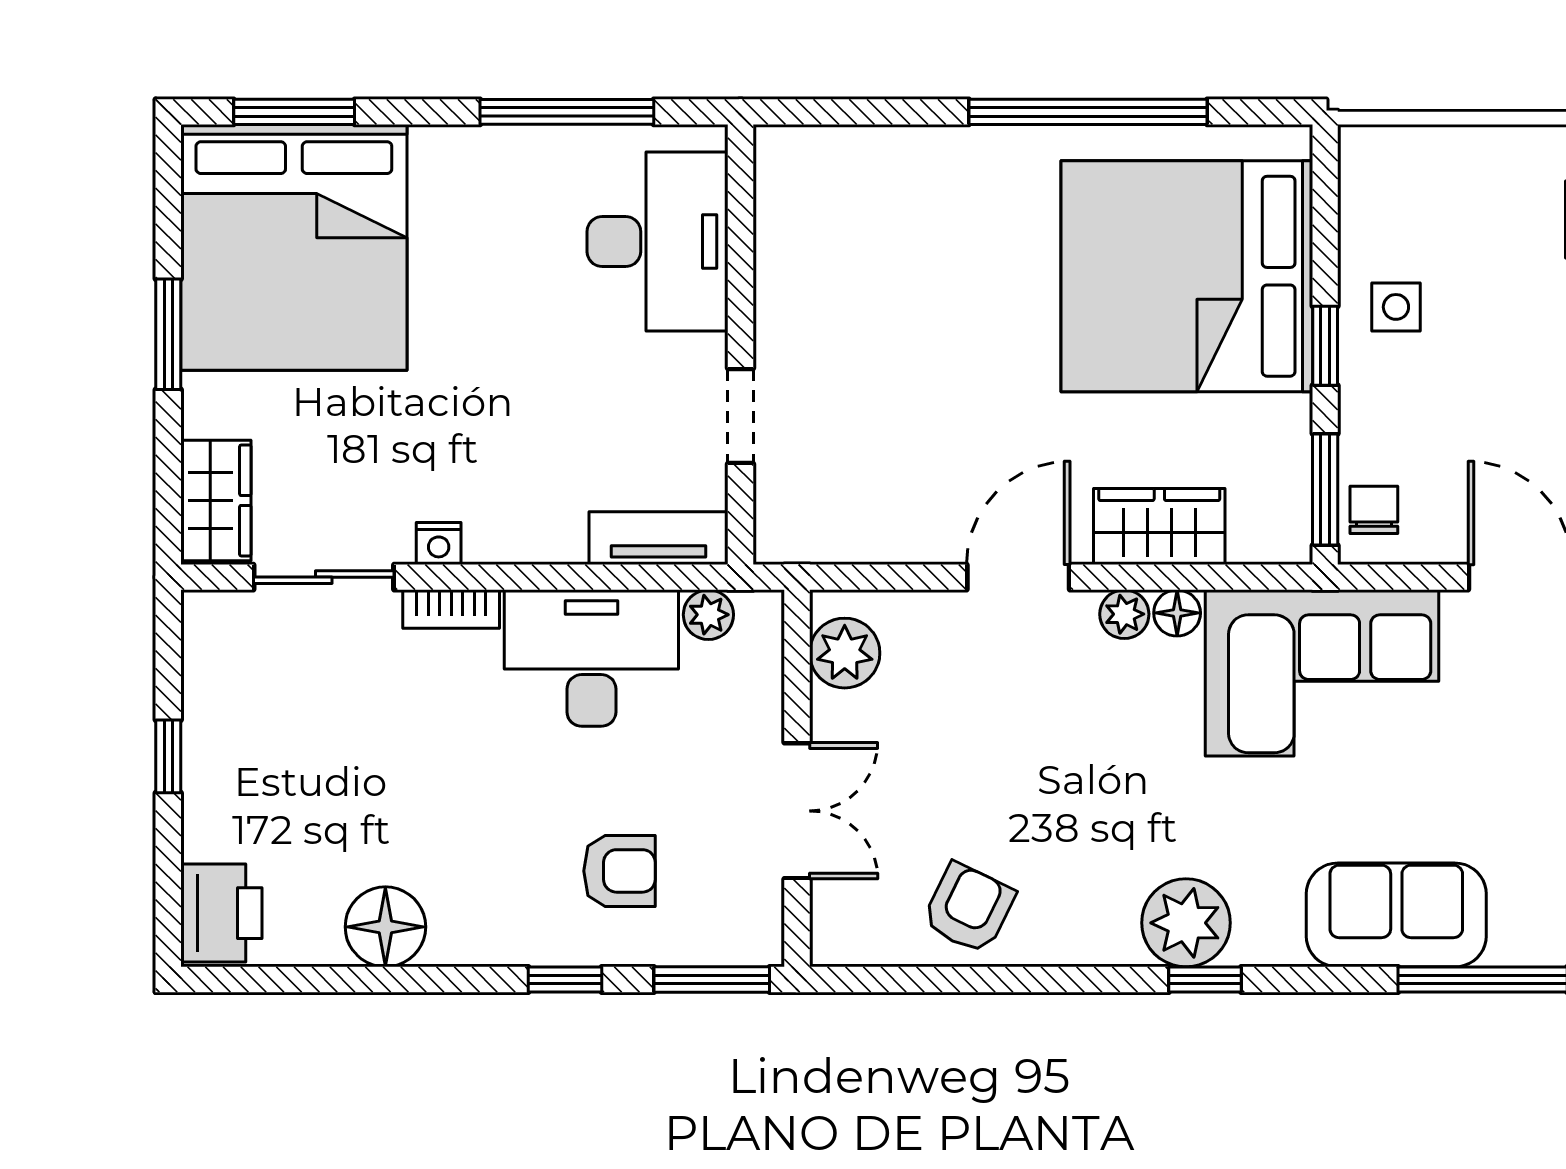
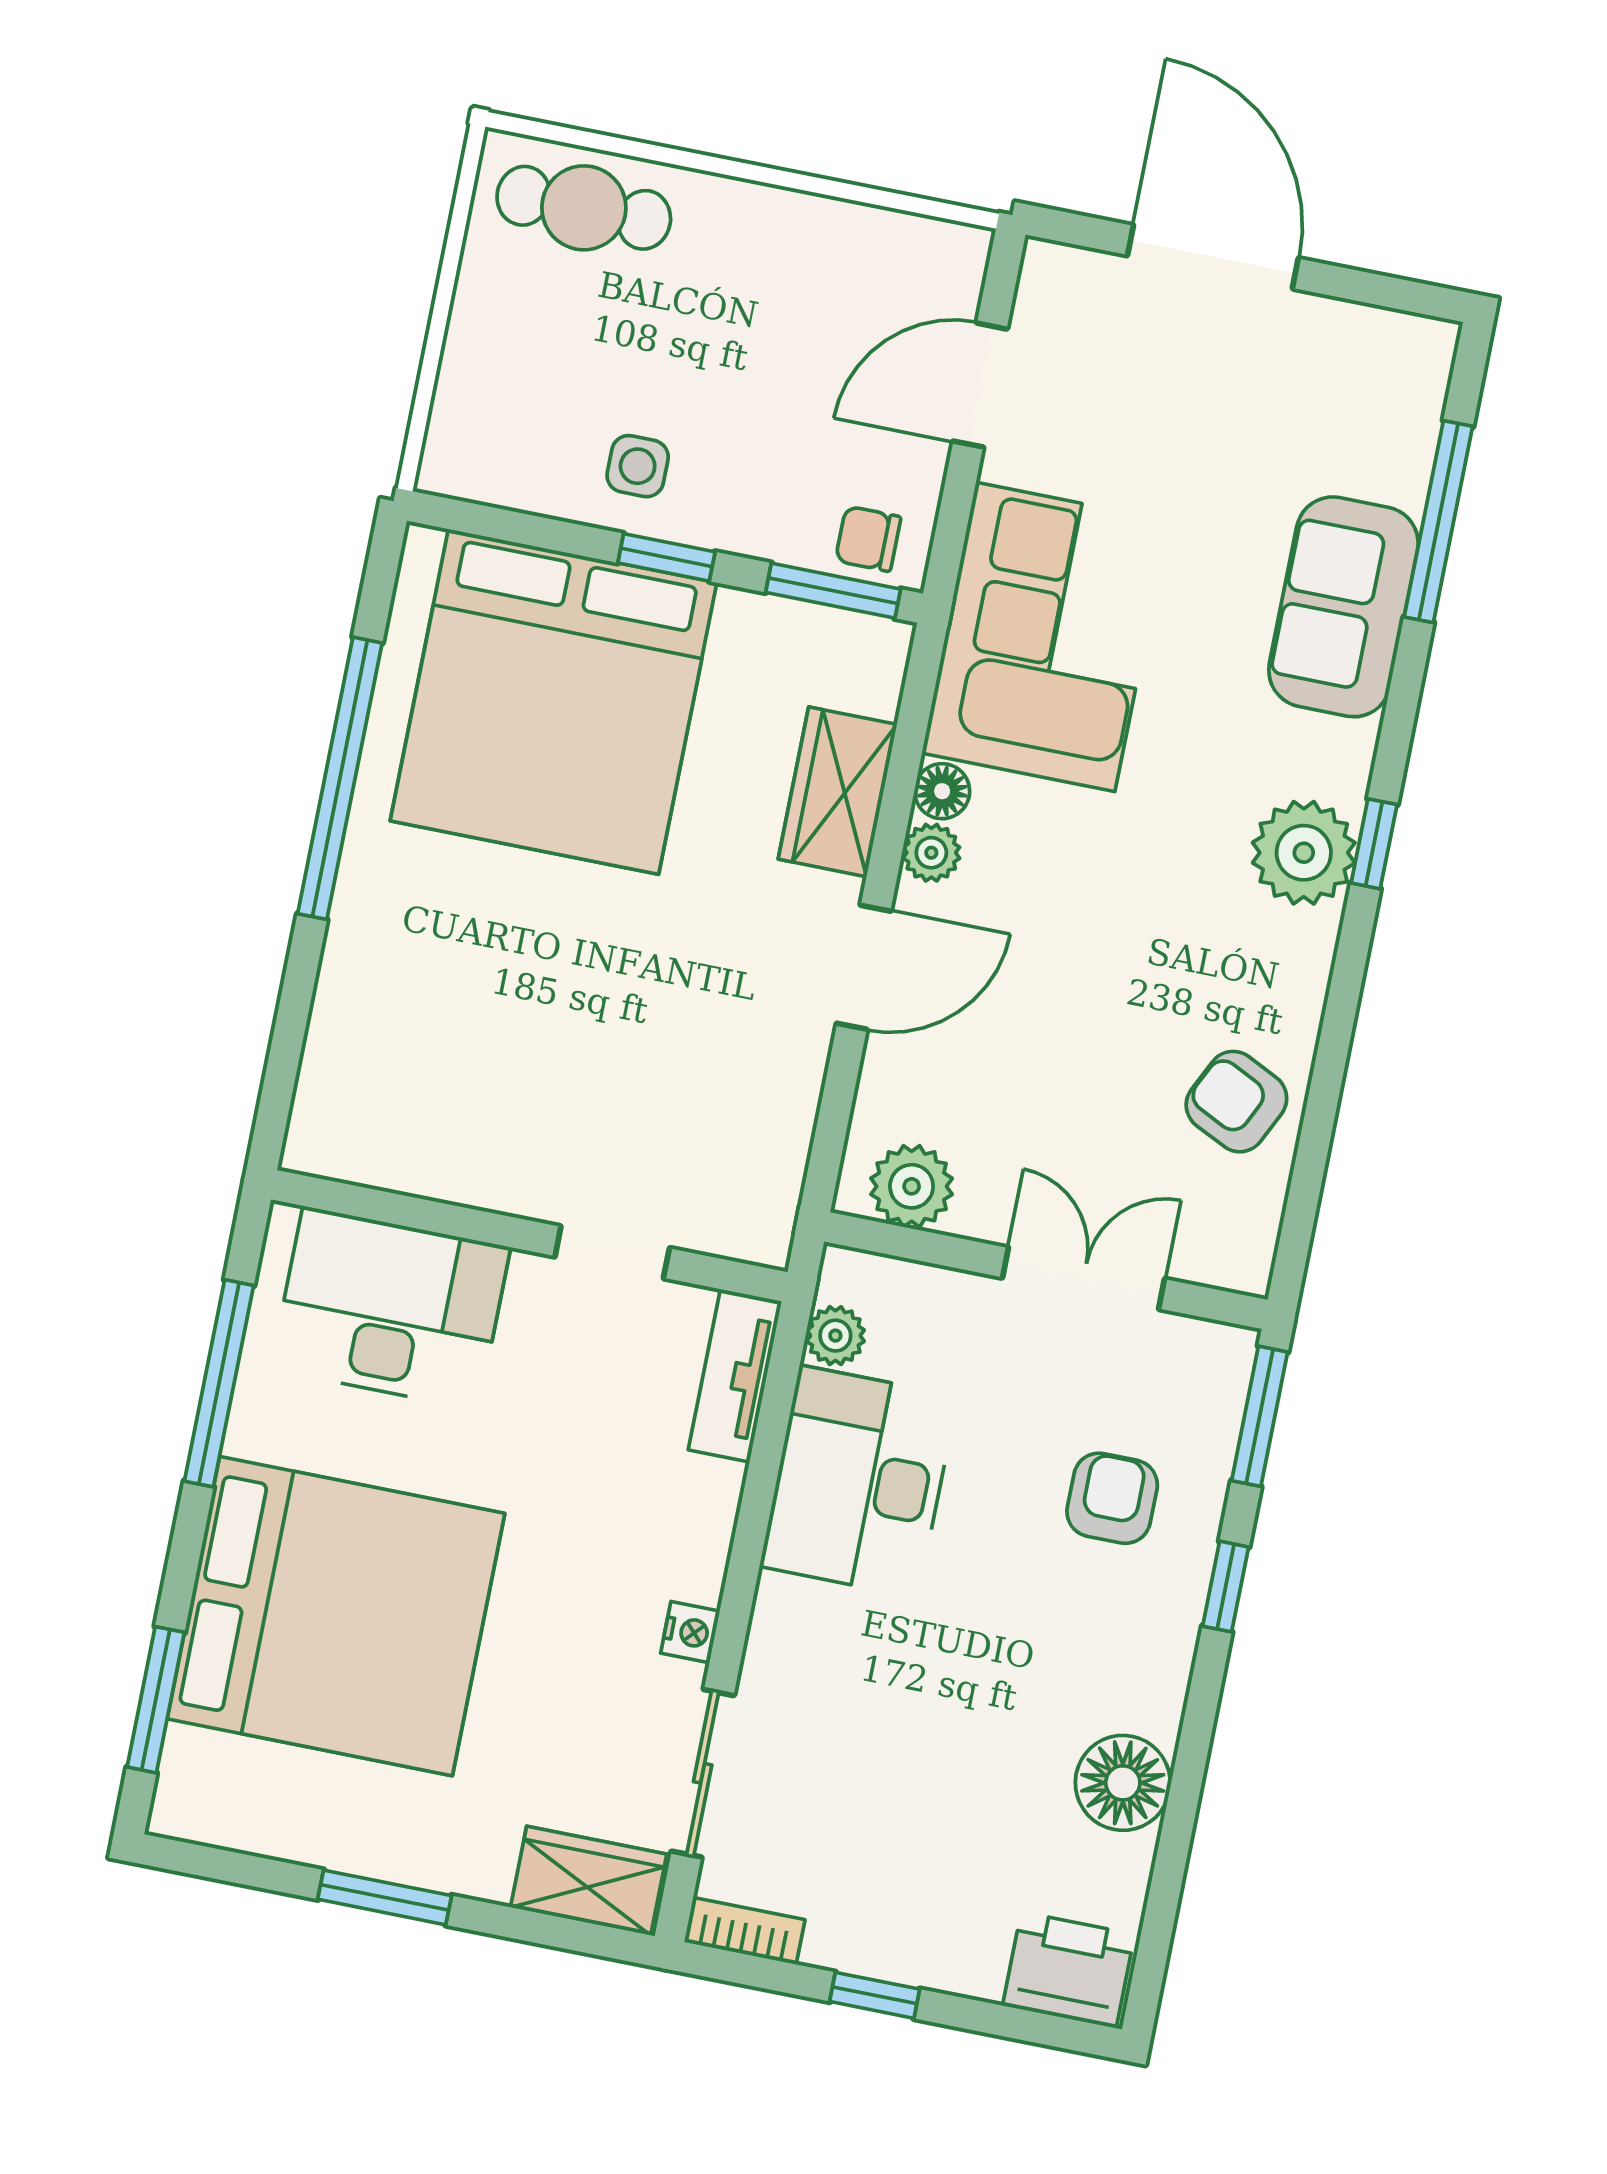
bed: (294, 247) -> (336, 1616), moved
door: (1018, 577) -> (864, 967), swing flipped
bookcase: (451, 609) -> (745, 1931), moved, turned -90

